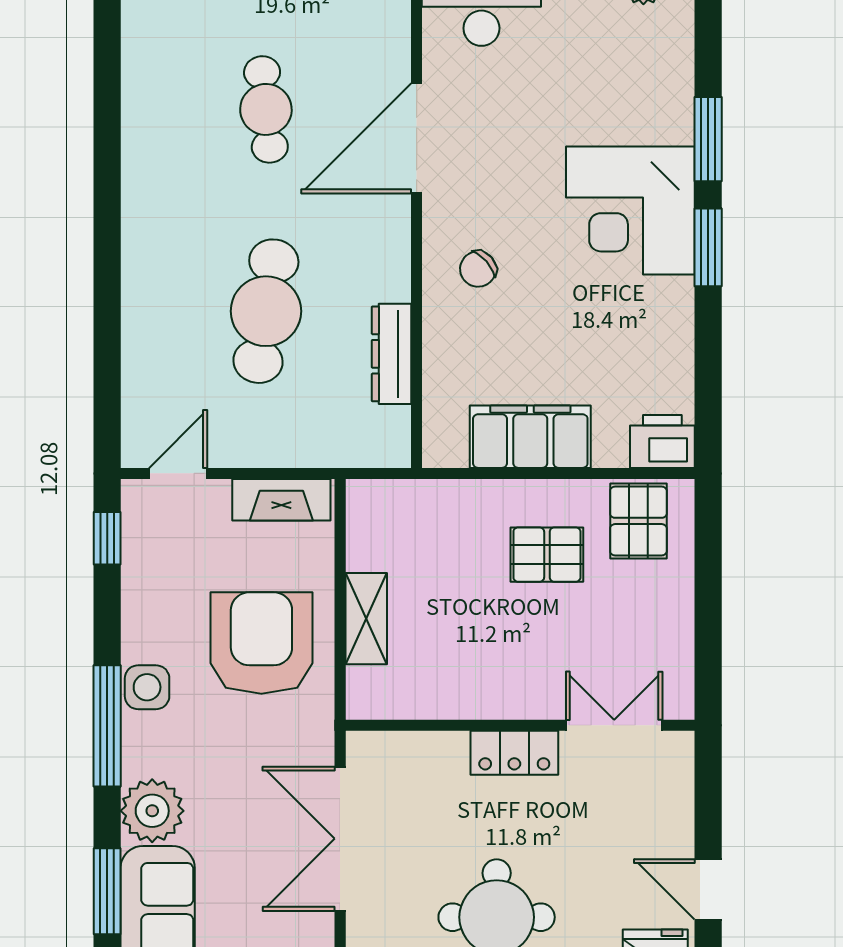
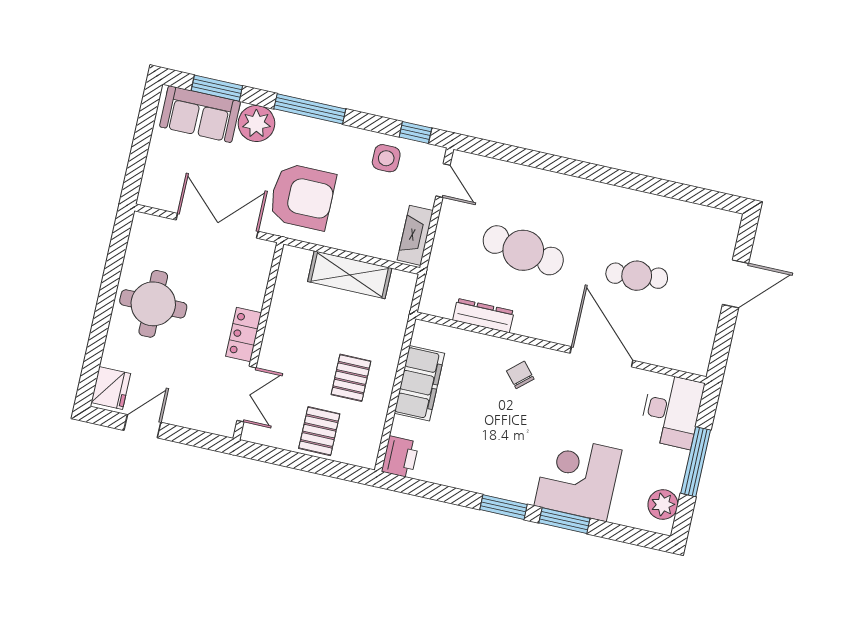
corner desk: (630, 210) -> (578, 478), moved
pallet: (638, 521) -> (319, 431), moved, turned 90
shelving: (366, 619) -> (350, 275), width x1.50, depth x1.33
armchair: (261, 643) -> (302, 197), moved
side table: (147, 687) -> (386, 158), moved

